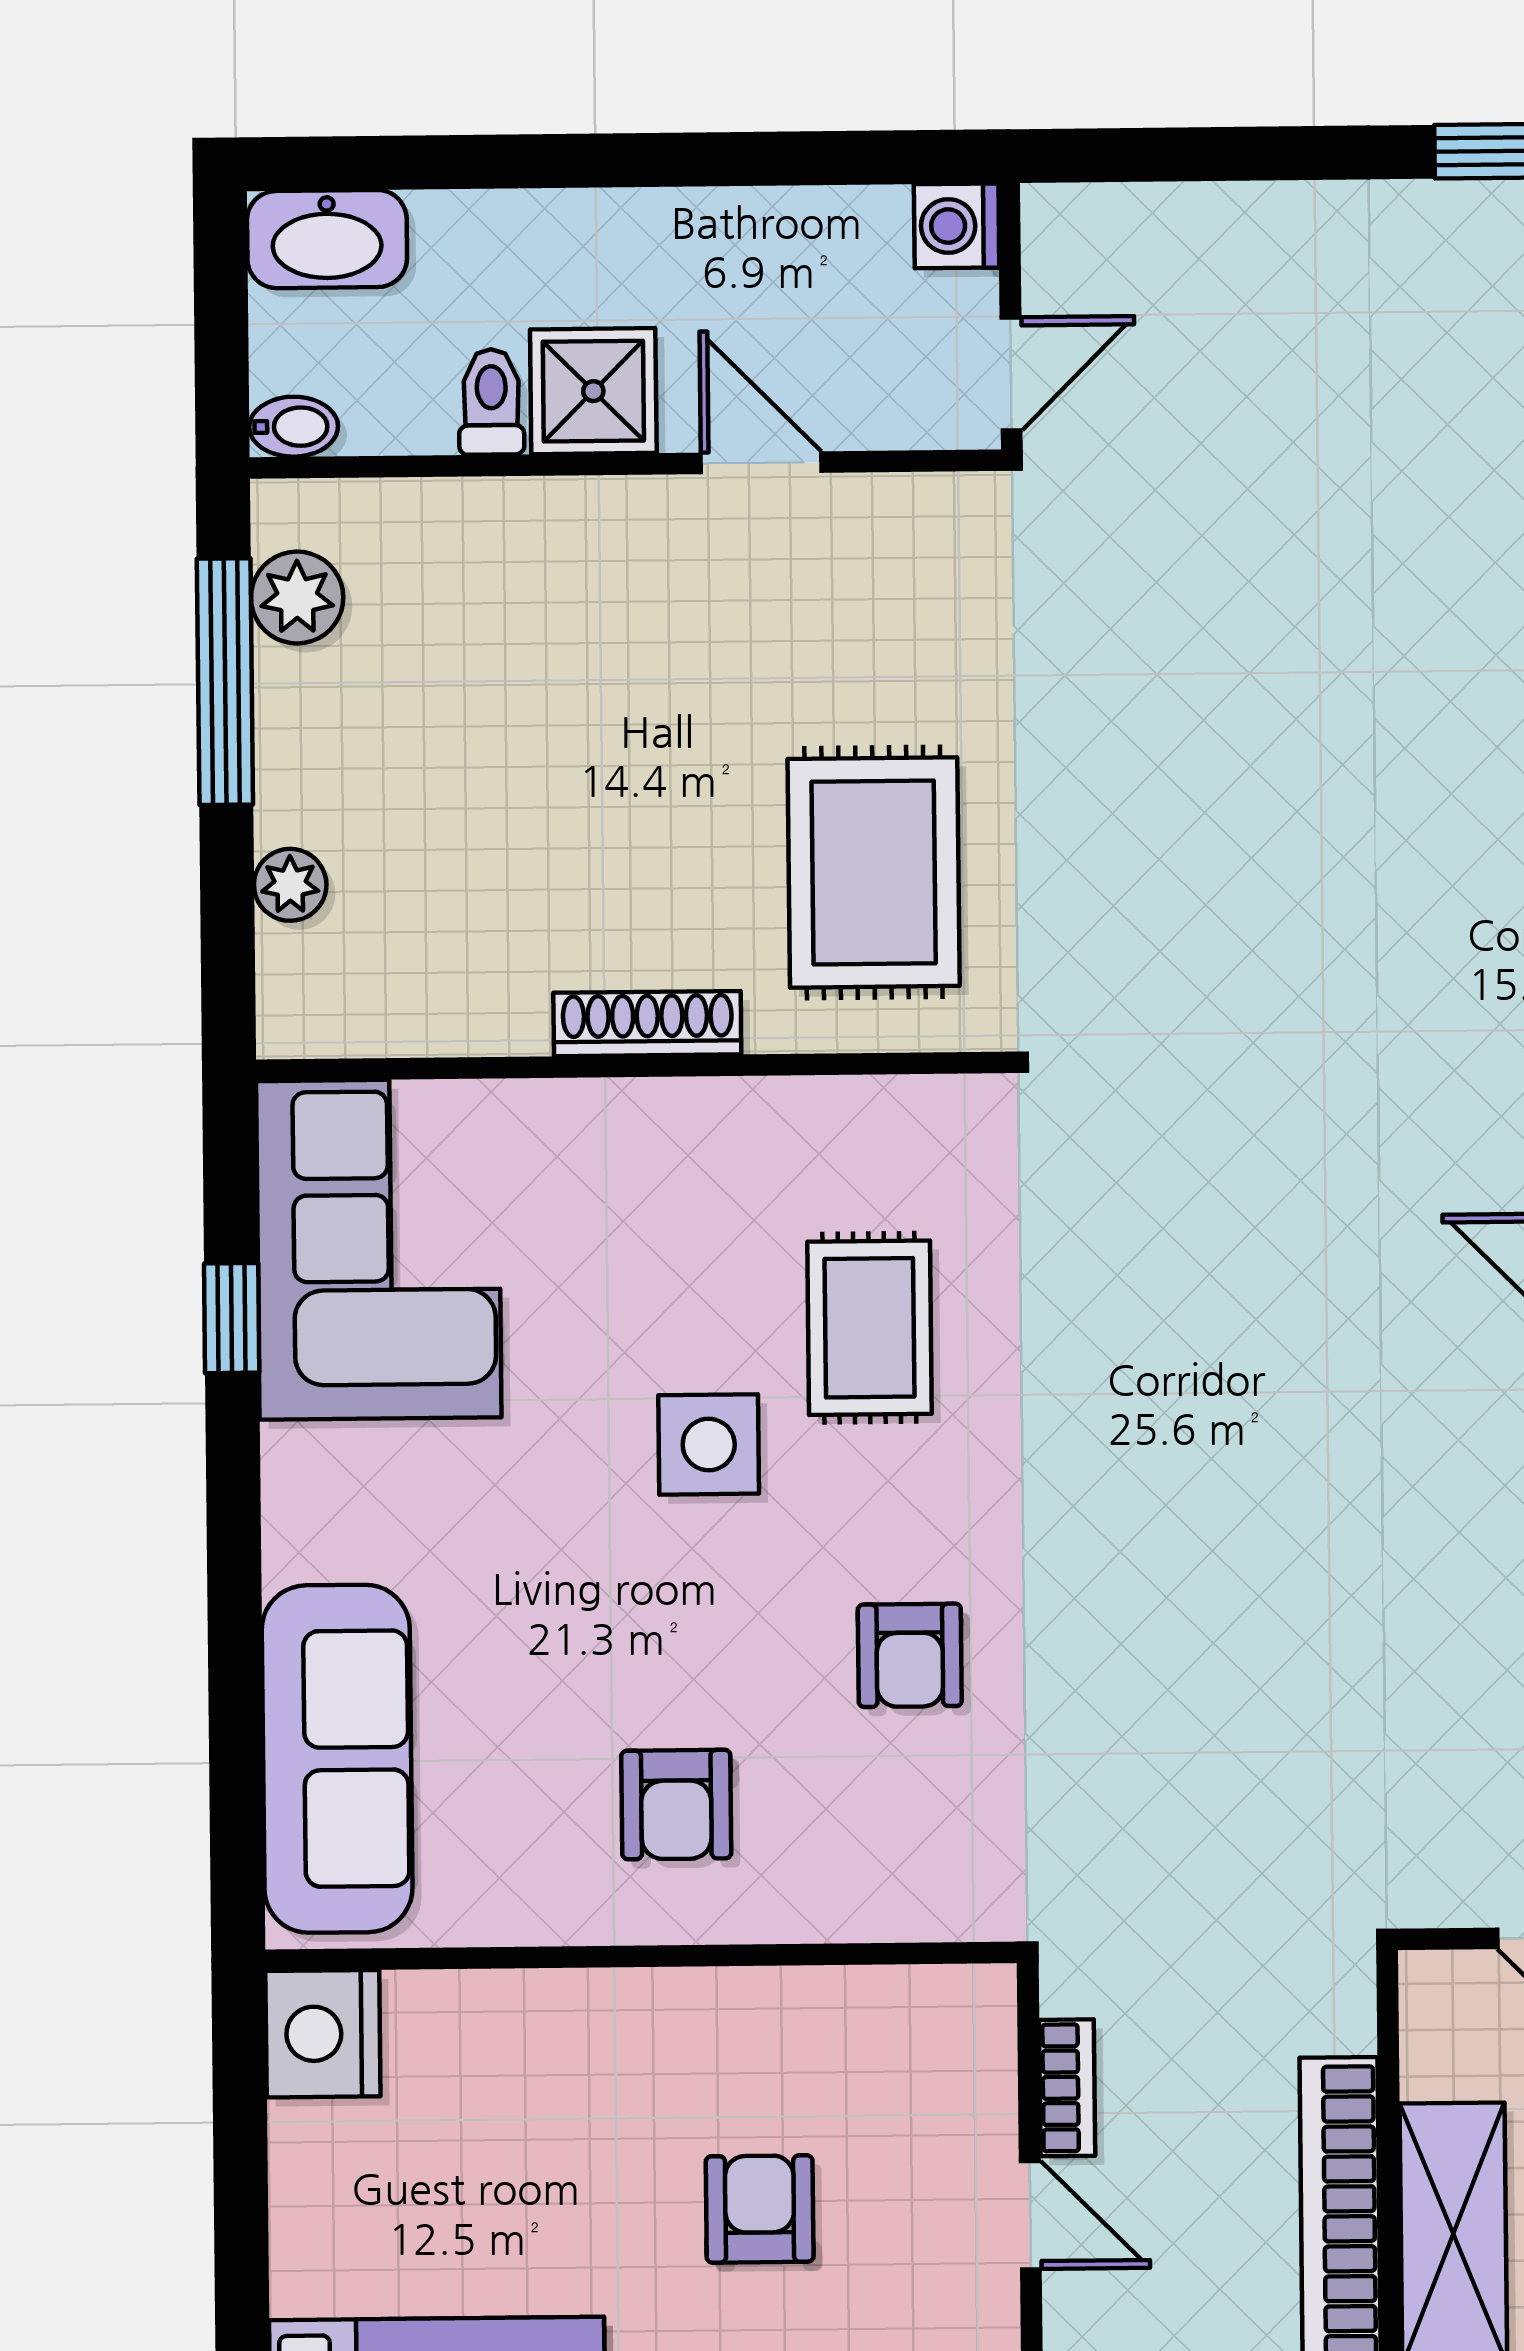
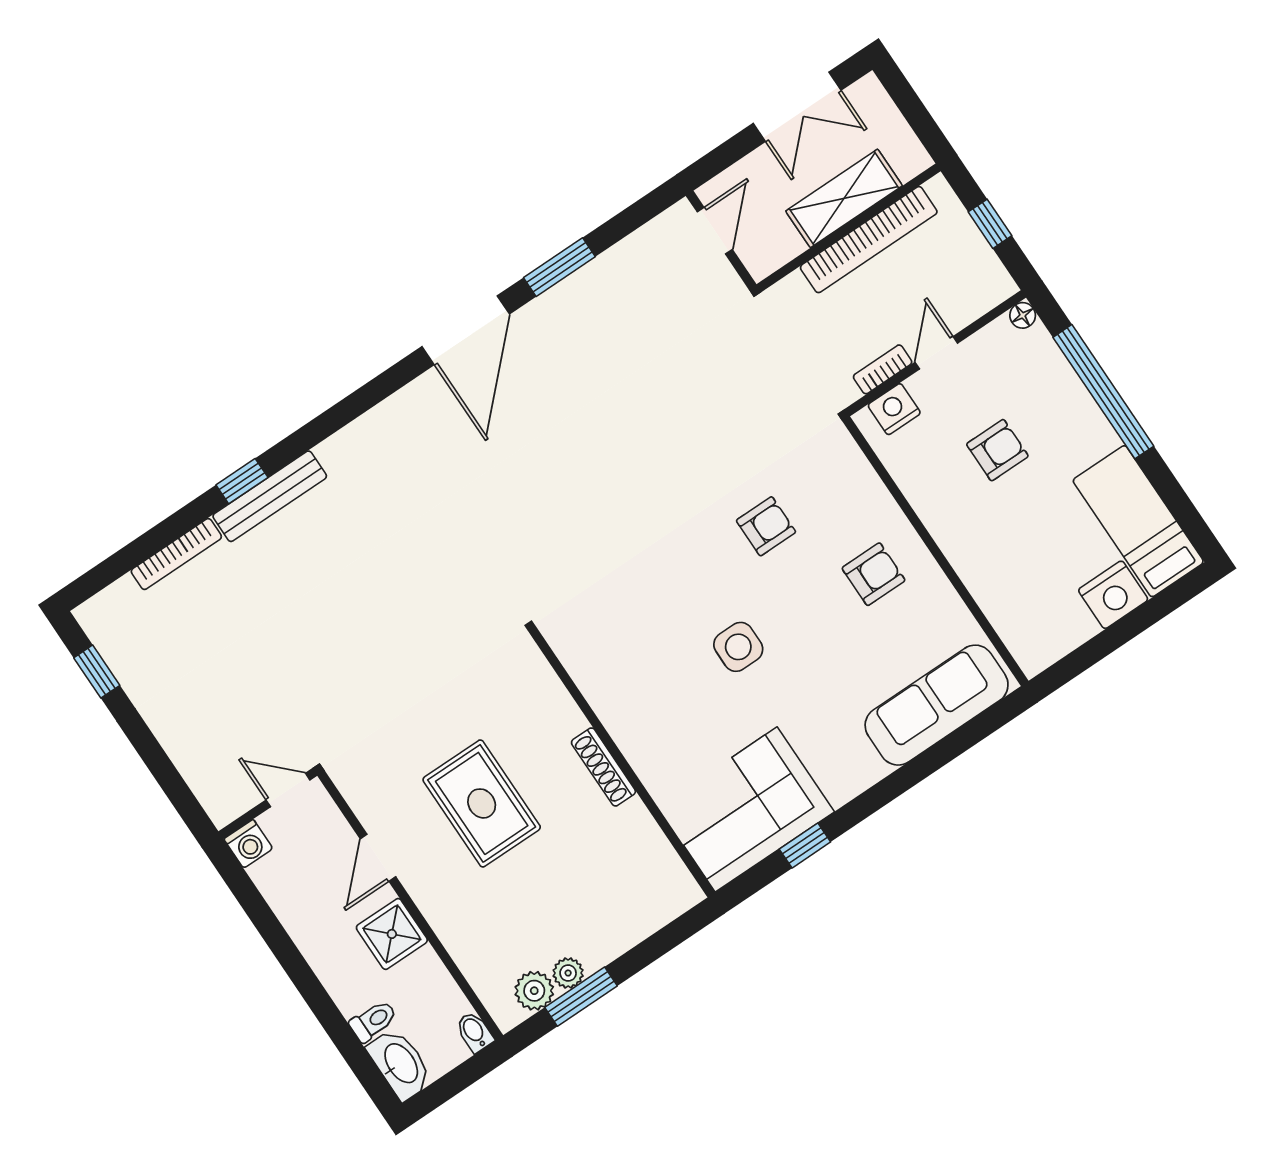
toilet: (491, 402) -> (373, 1021), moved, turned 180
window: (225, 682) -> (581, 997), width x0.69
rug: (874, 872) -> (482, 803), moved, turned 90
plant: (290, 885) -> (568, 973), moved
rug: (869, 1328) -> (659, 617), removed
nightstand: (323, 2034) -> (1113, 595), moved
nightstand: (974, 2059) -> (894, 409), added
armchair: (760, 2209) -> (997, 450), turned 180

